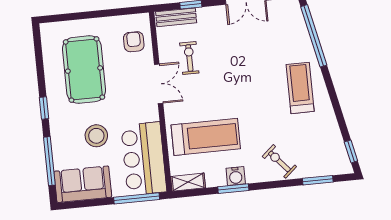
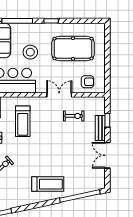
bench: (176, 17) -> (100, 128), moved
double door: (159, 84) -> (59, 95), swing flipped
treadmill: (206, 137) -> (23, 121), width x0.73, depth x0.73

